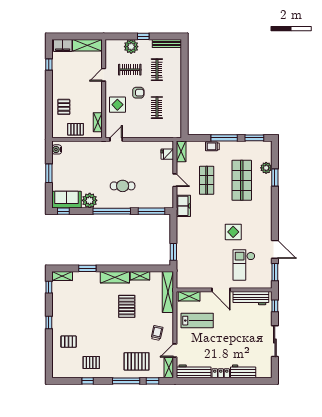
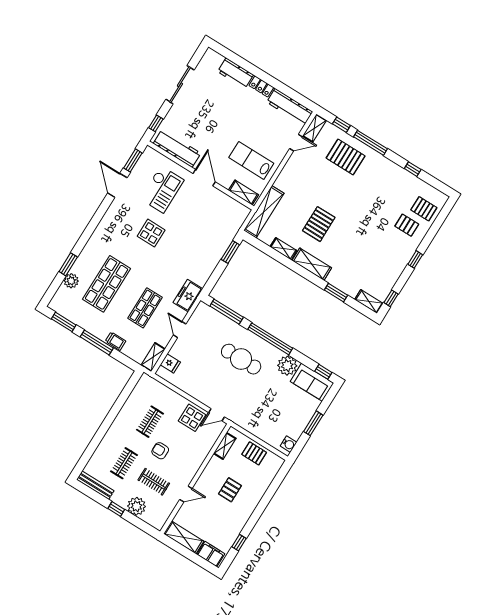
display table: (117, 105) -> (192, 418), moved
pallet: (64, 107) -> (230, 490), moved
cafe table: (123, 186) -> (241, 359), width x1.37, depth x1.35
trolley: (157, 333) -> (304, 174), removed
pallet: (91, 363) -> (424, 209), moved

